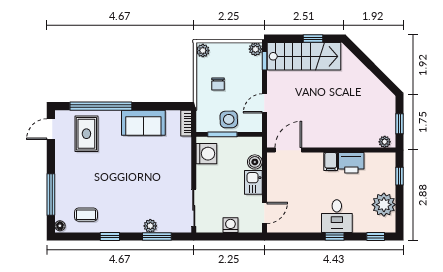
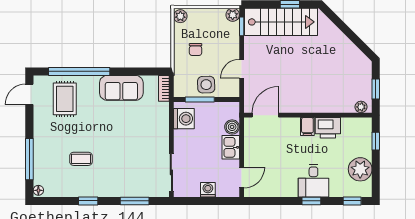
coffee table: (86, 215) -> (81, 159), moved
plant: (150, 226) -> (128, 190), removed

